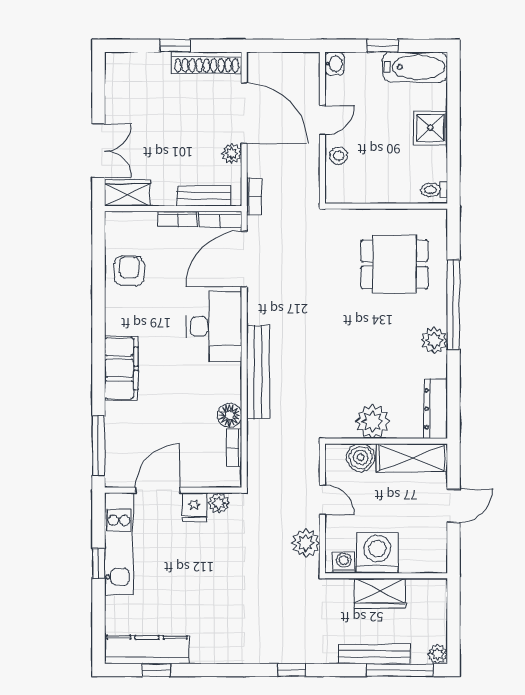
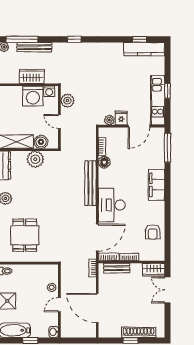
shoe rack: (207, 63) -> (139, 332), moved
plant: (232, 153) -> (103, 289), removed
dining table: (394, 264) -> (25, 235), turned 90

